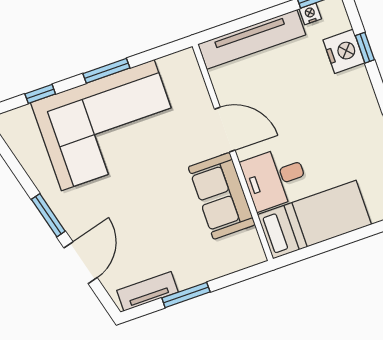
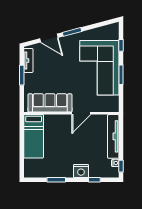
nightstand: (344, 51) -> (81, 171), moved
desk: (275, 178) -> (55, 126), removed
sofa: (222, 196) -> (50, 103), width x1.36

